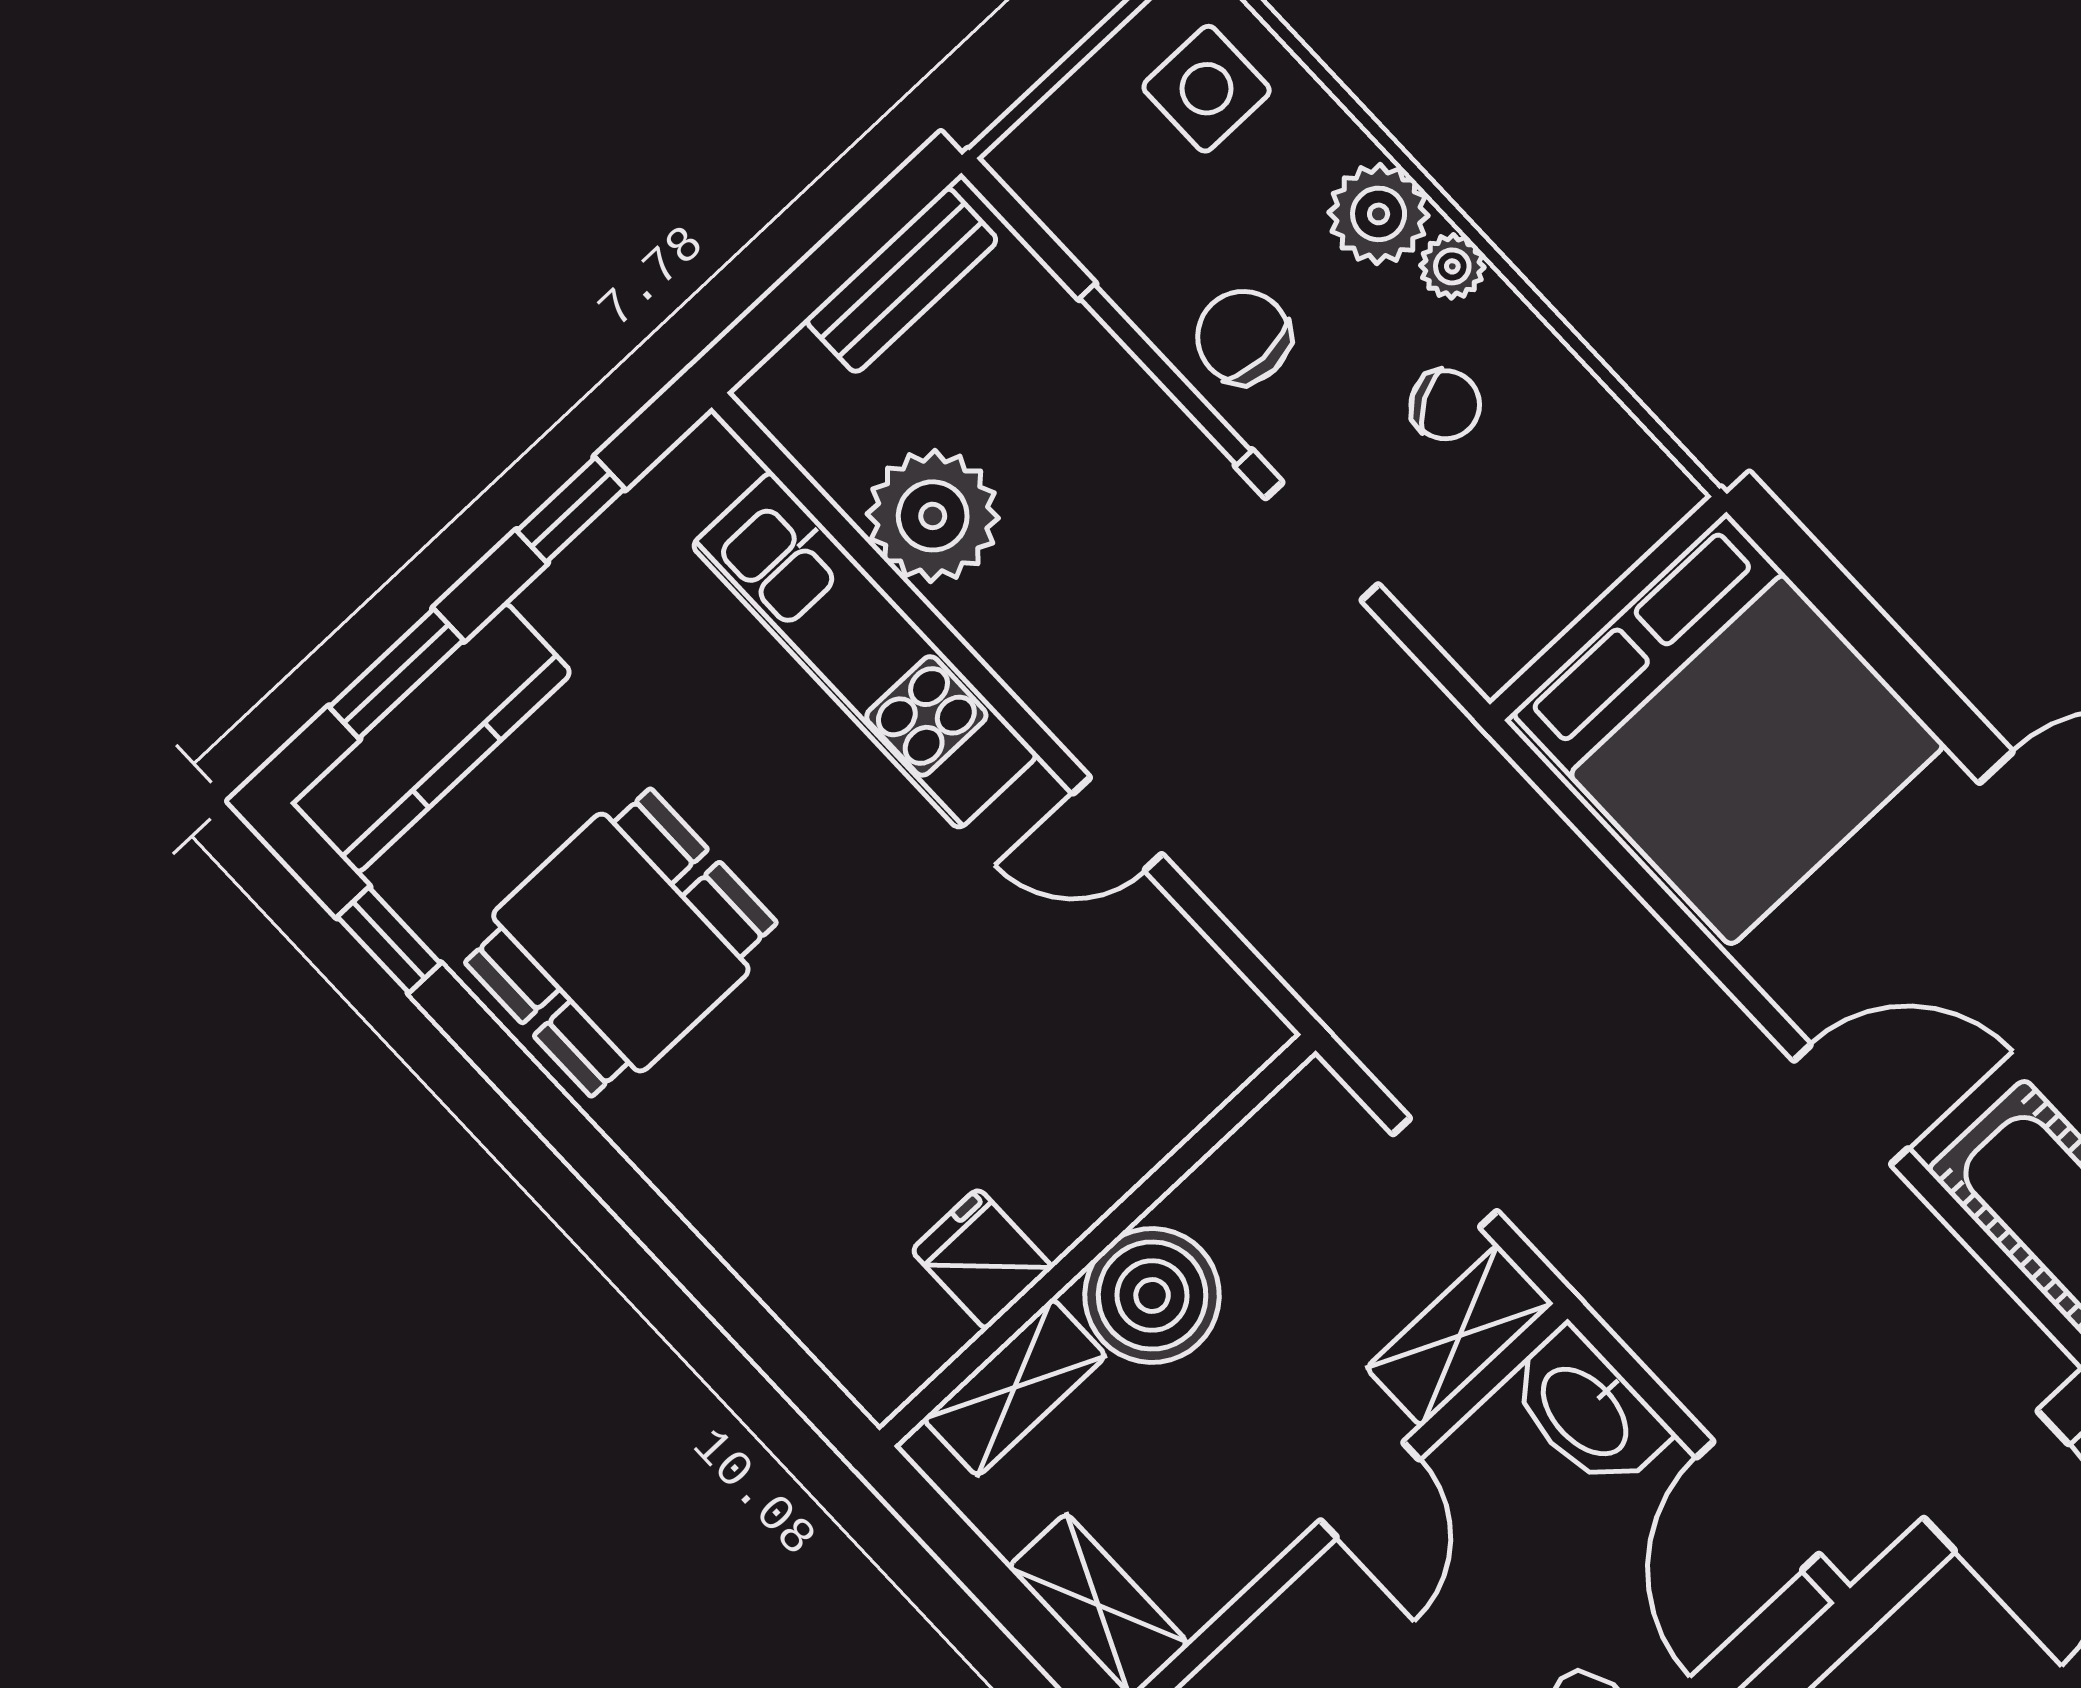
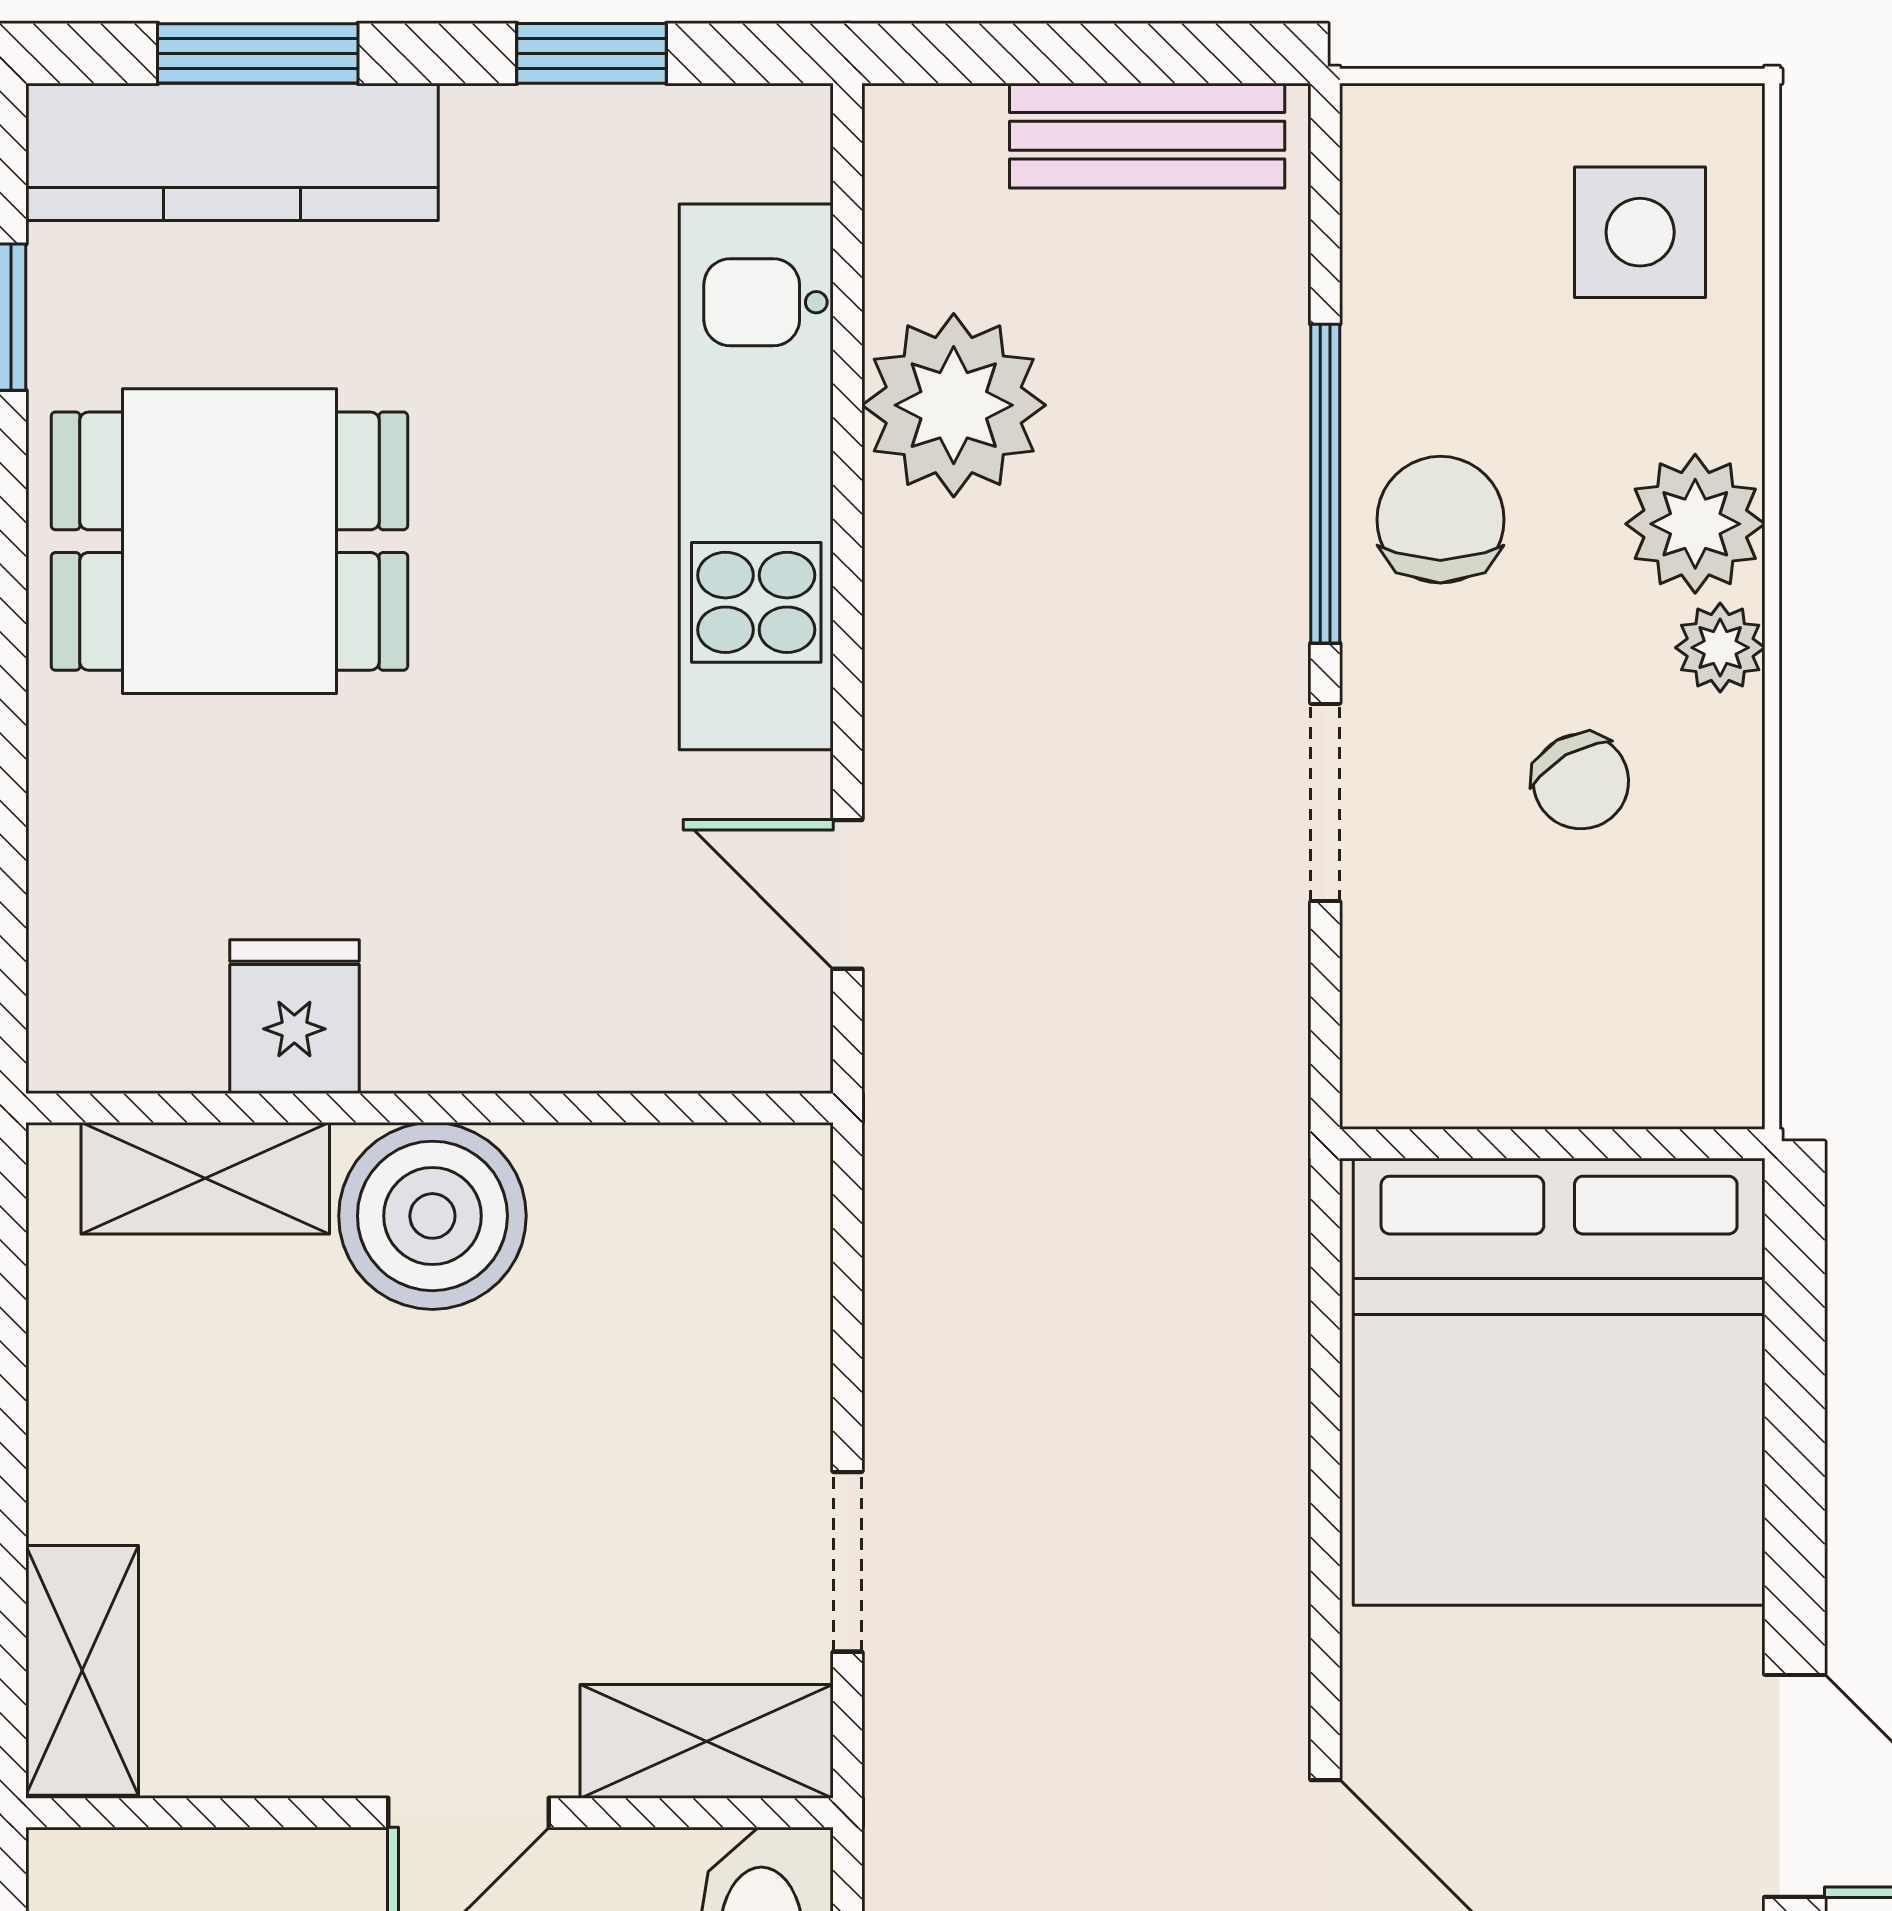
wall: (1097, 1241) -> (429, 1108), moved
fridge: (982, 1259) -> (294, 1017), moved
boiler: (1152, 1296) -> (432, 1216), moved
shelving: (1015, 1387) -> (205, 1178), moved

